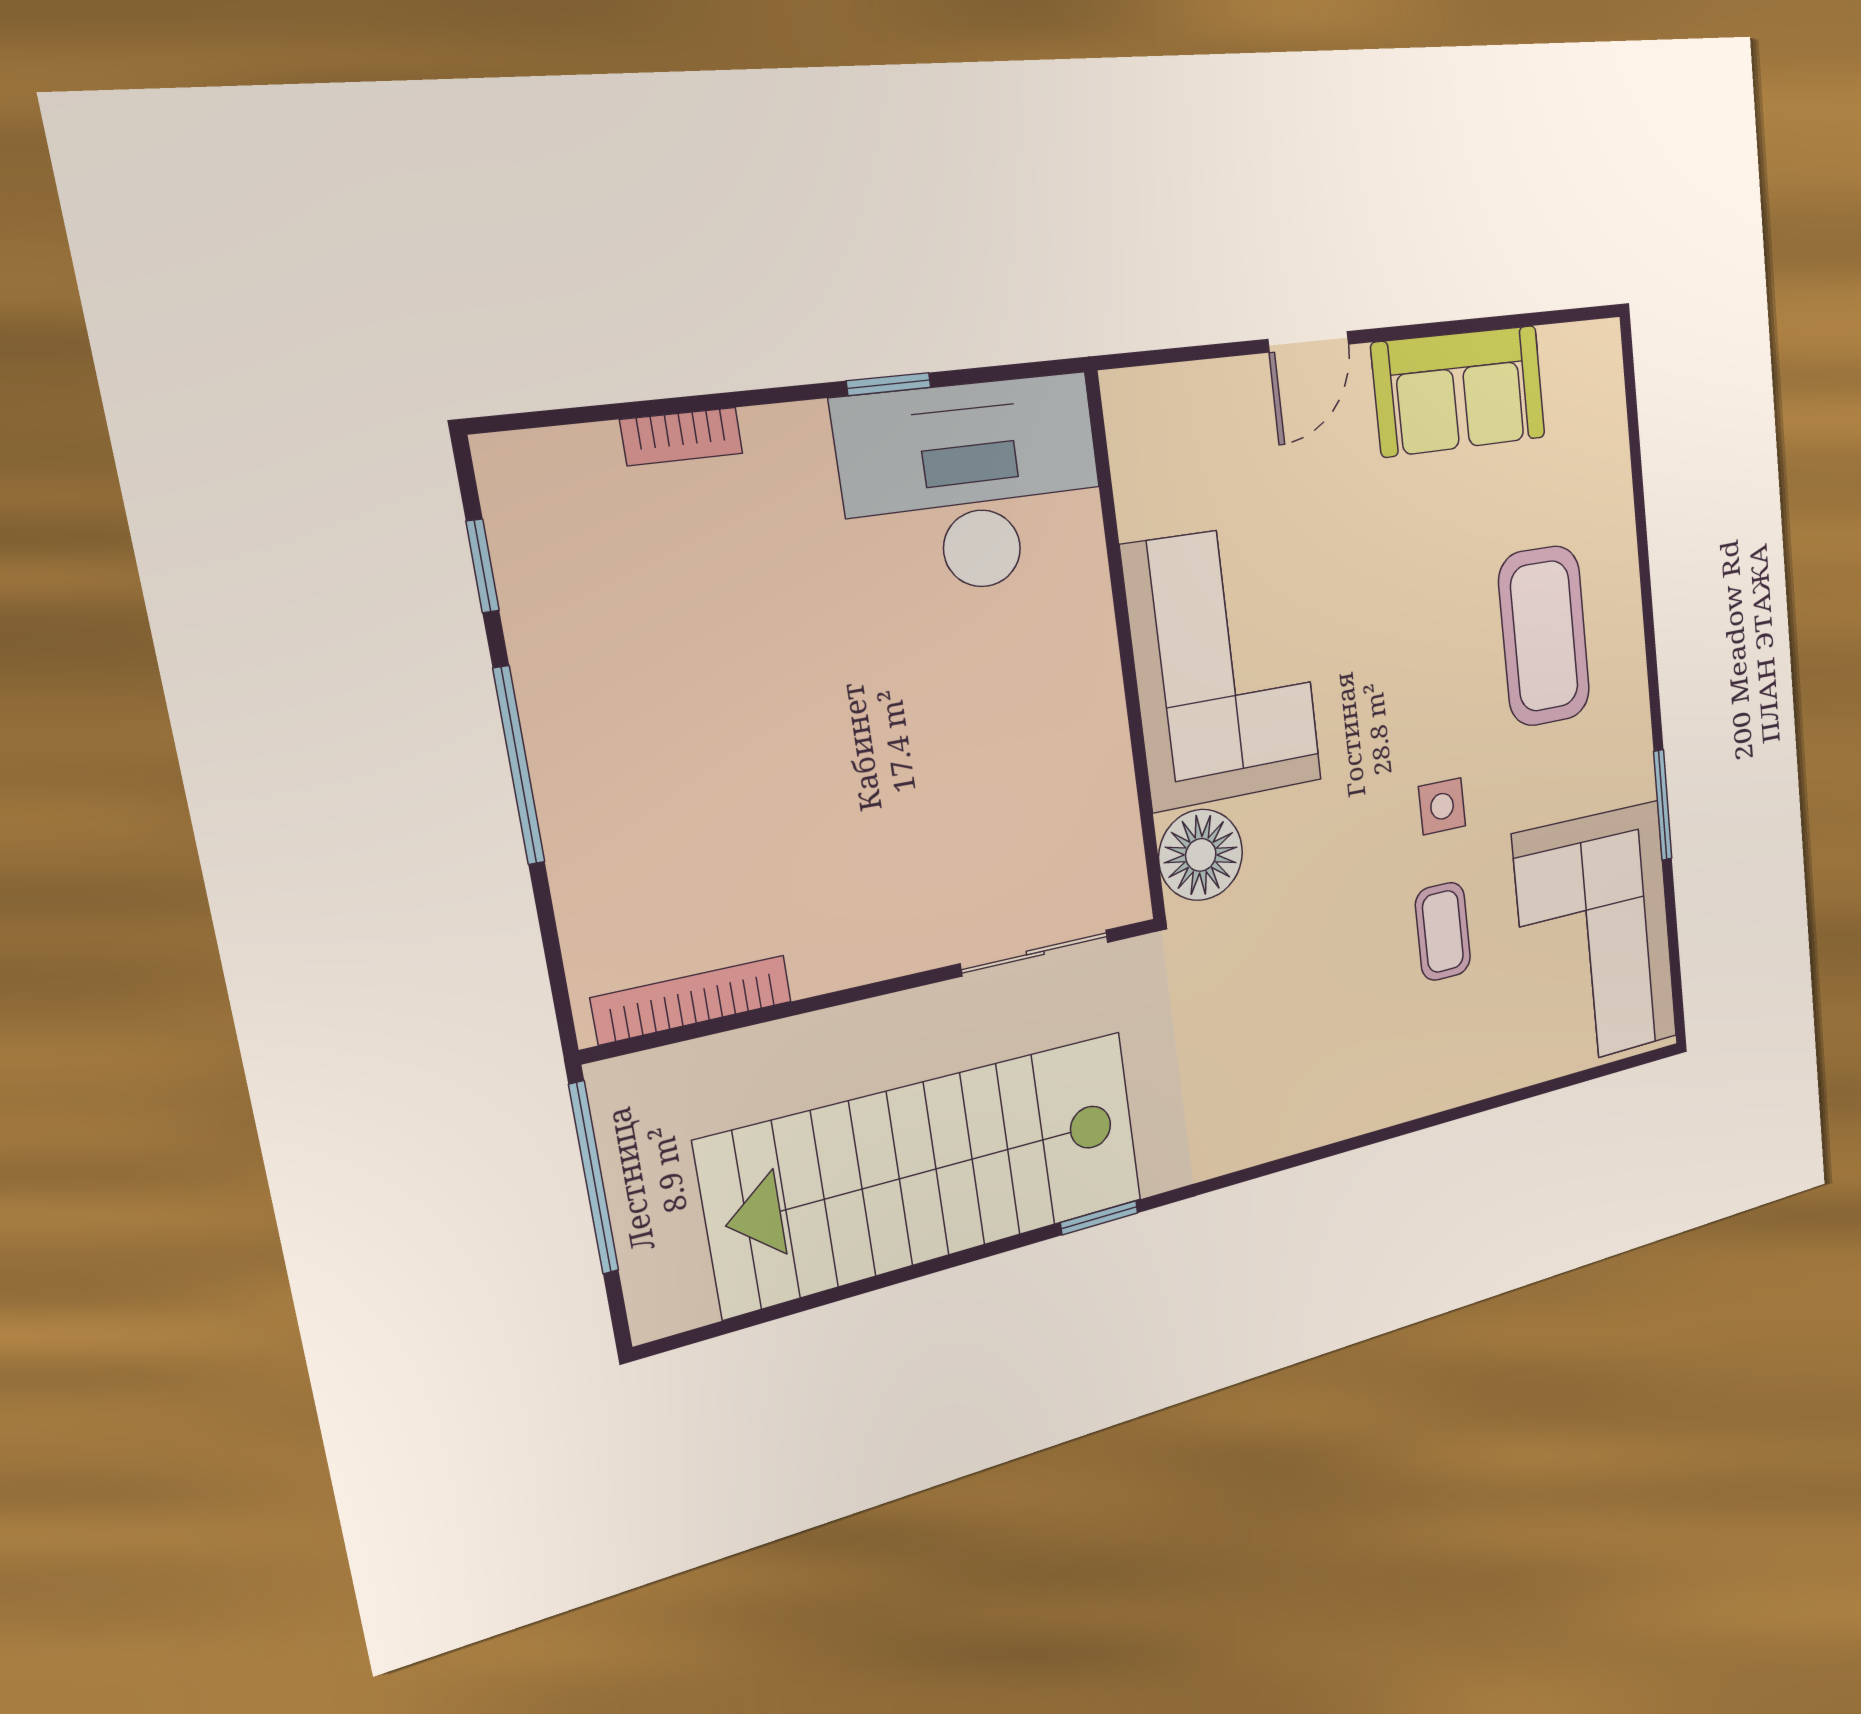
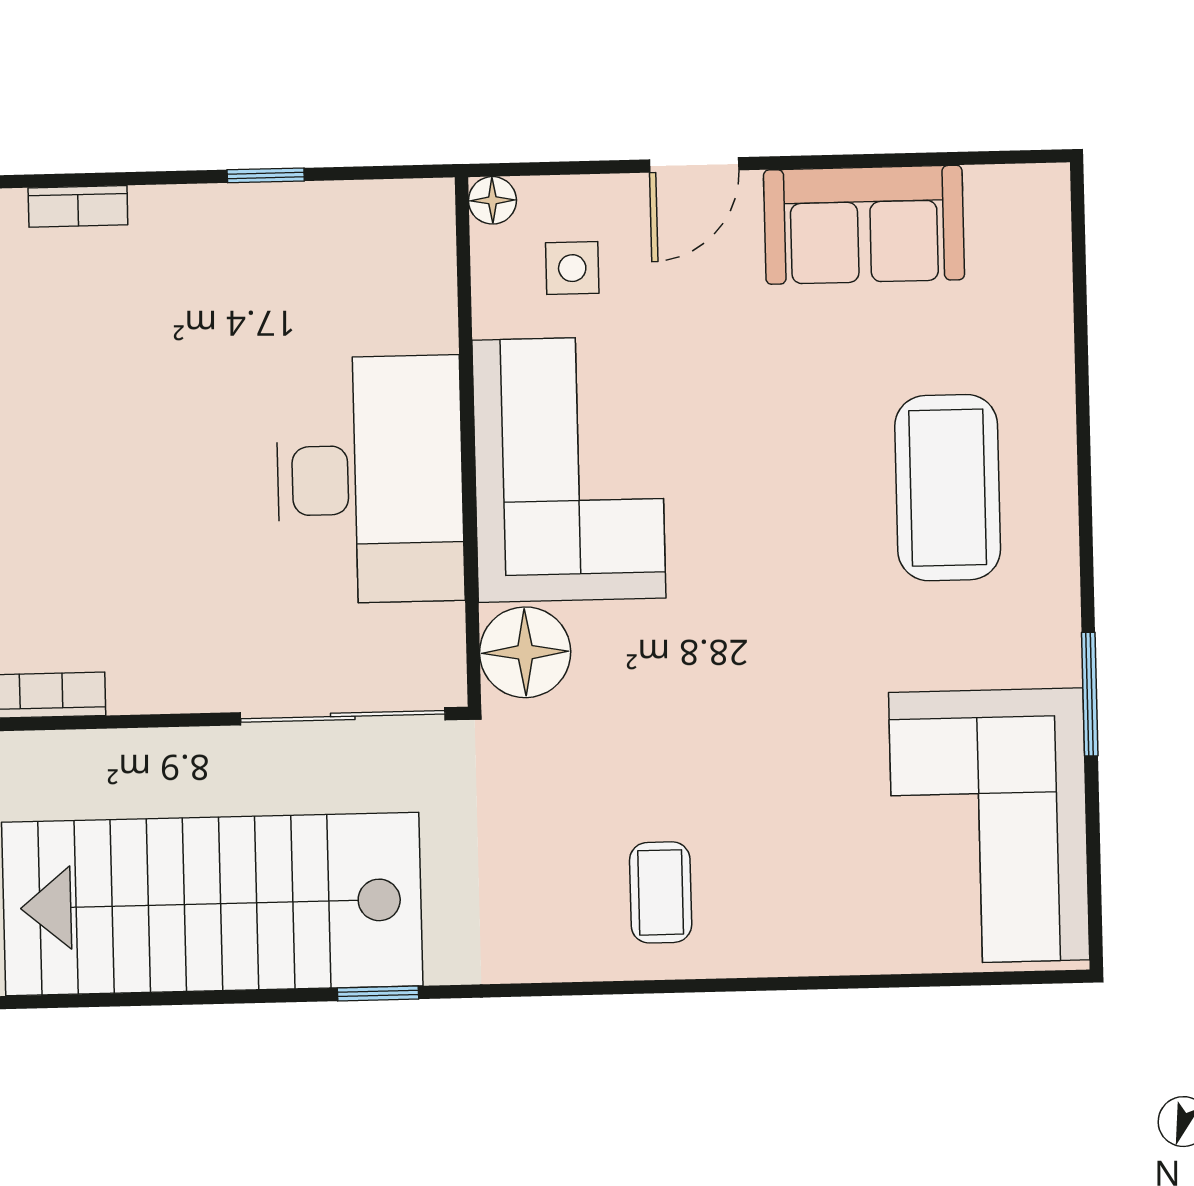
floor lamp: (1124, 394) -> (492, 200), added
desk: (974, 486) -> (370, 480), moved, turned 90
side table: (1442, 806) -> (572, 268), moved
coffee table: (1443, 931) -> (661, 892), moved
sliding door: (1035, 953) -> (343, 716), width x1.37

